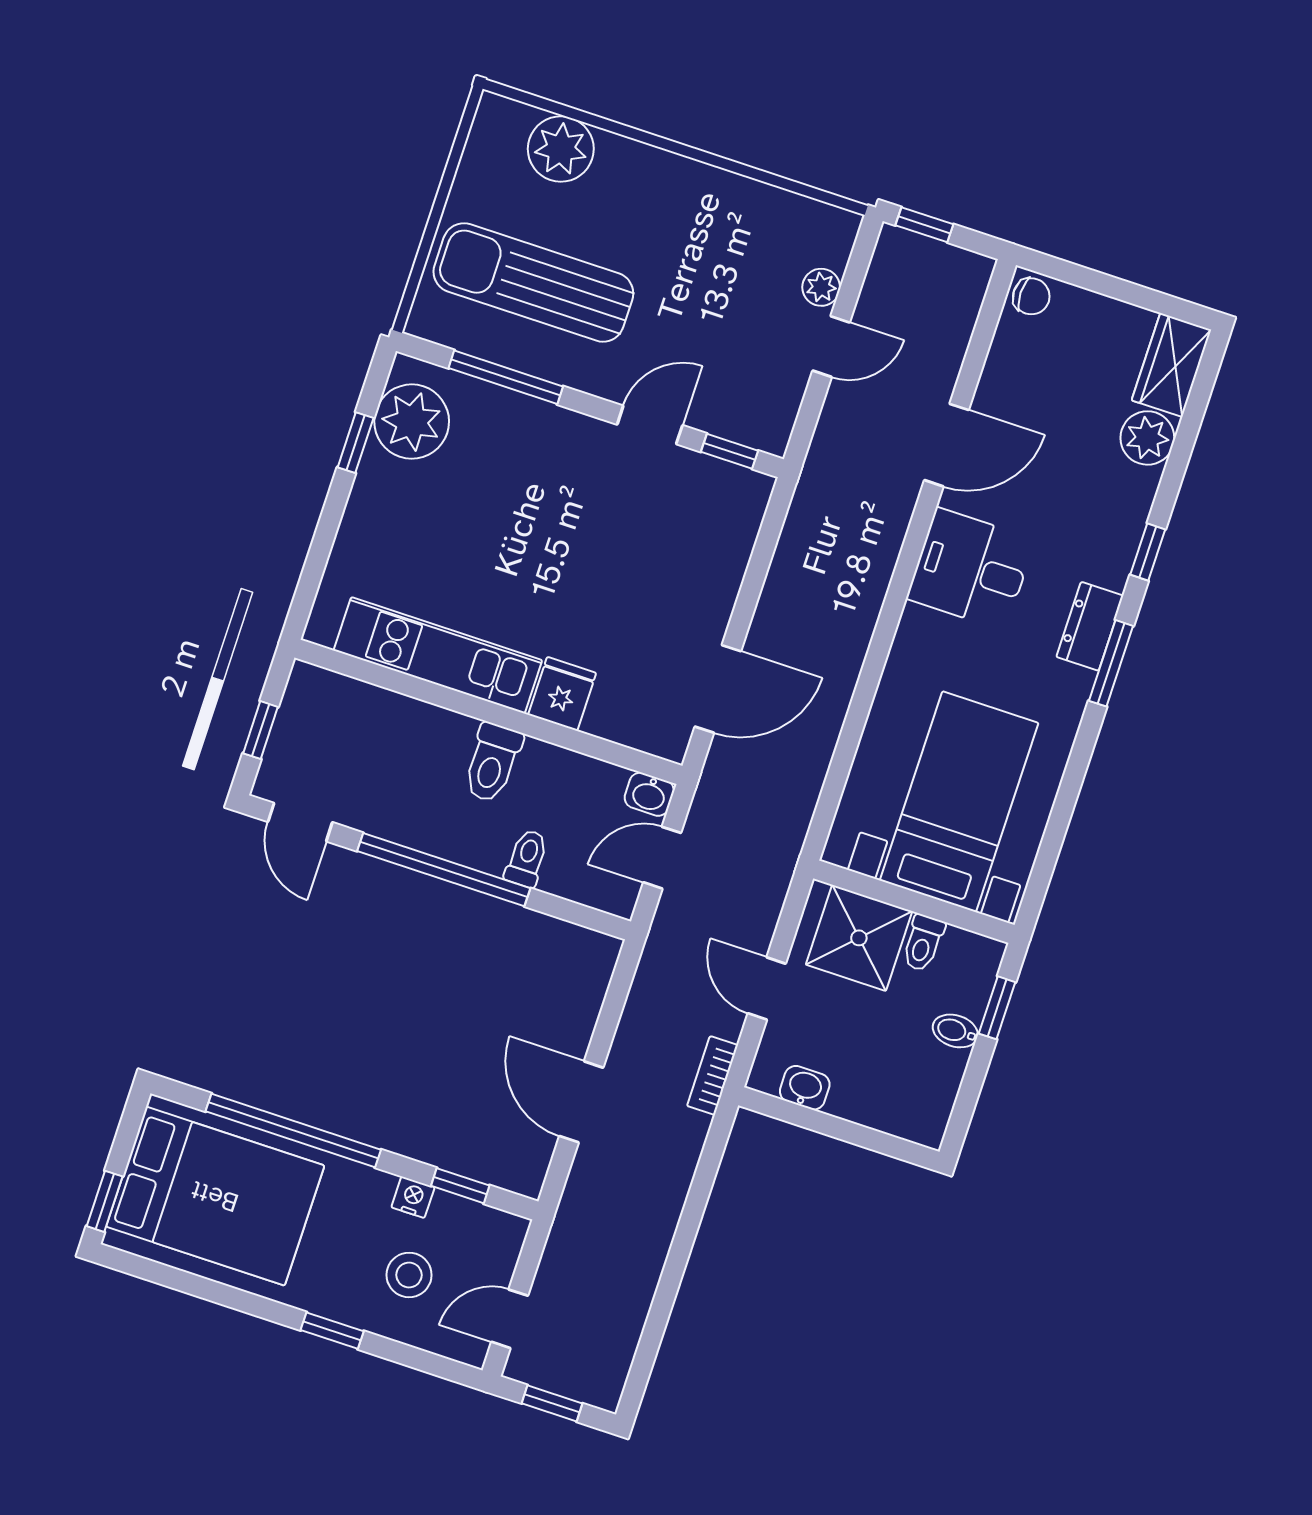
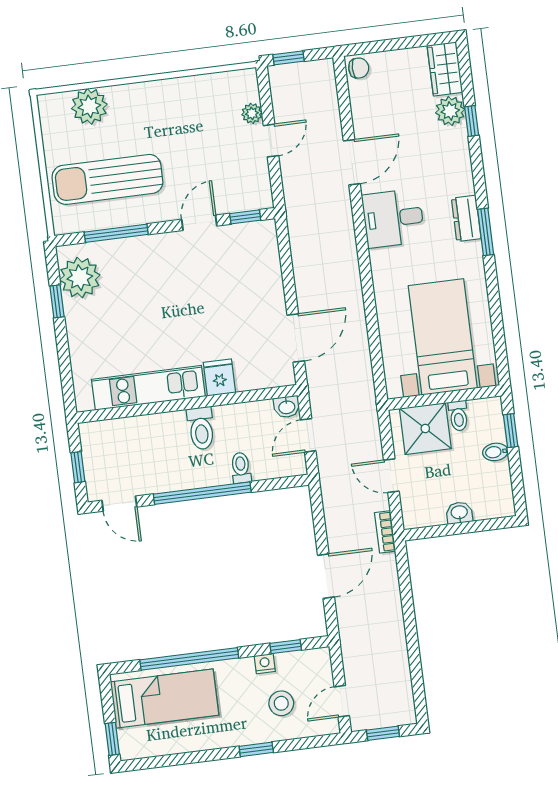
window: (1148, 552) -> (472, 121), moved
washbasin: (805, 1088) -> (459, 513), moved
door: (581, 1102) -> (326, 576), swing flipped
bed: (215, 1196) -> (165, 698), width x0.67

